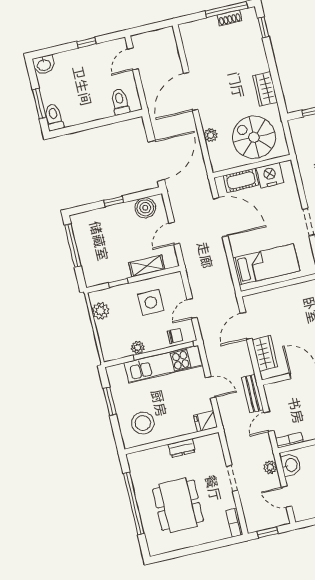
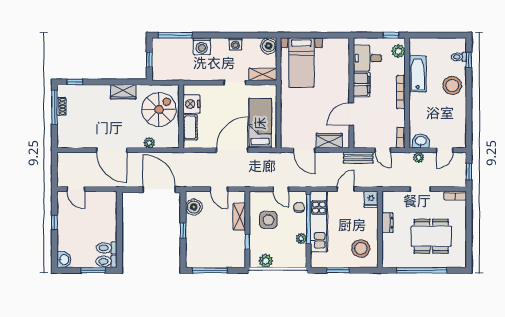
toilet: (120, 102) -> (107, 248), moved
spiral stairs: (254, 137) -> (159, 109), turned 180
door: (221, 217) -> (232, 150), moved

